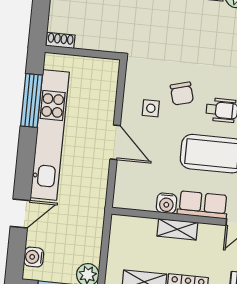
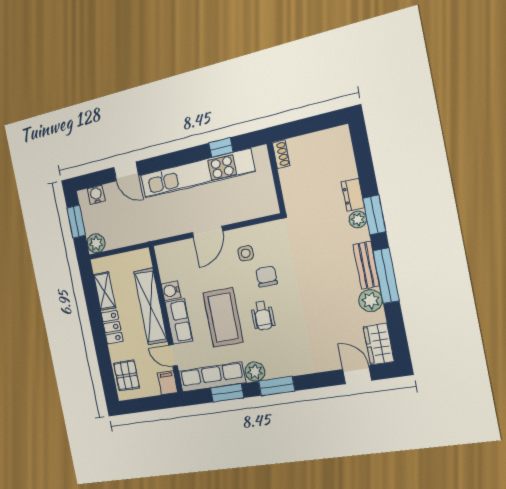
chair: (182, 94) -> (267, 277), turned 105
window: (31, 100) -> (221, 147), width x0.46
shelving: (177, 229) -> (151, 307), width x2.20, depth x1.33

